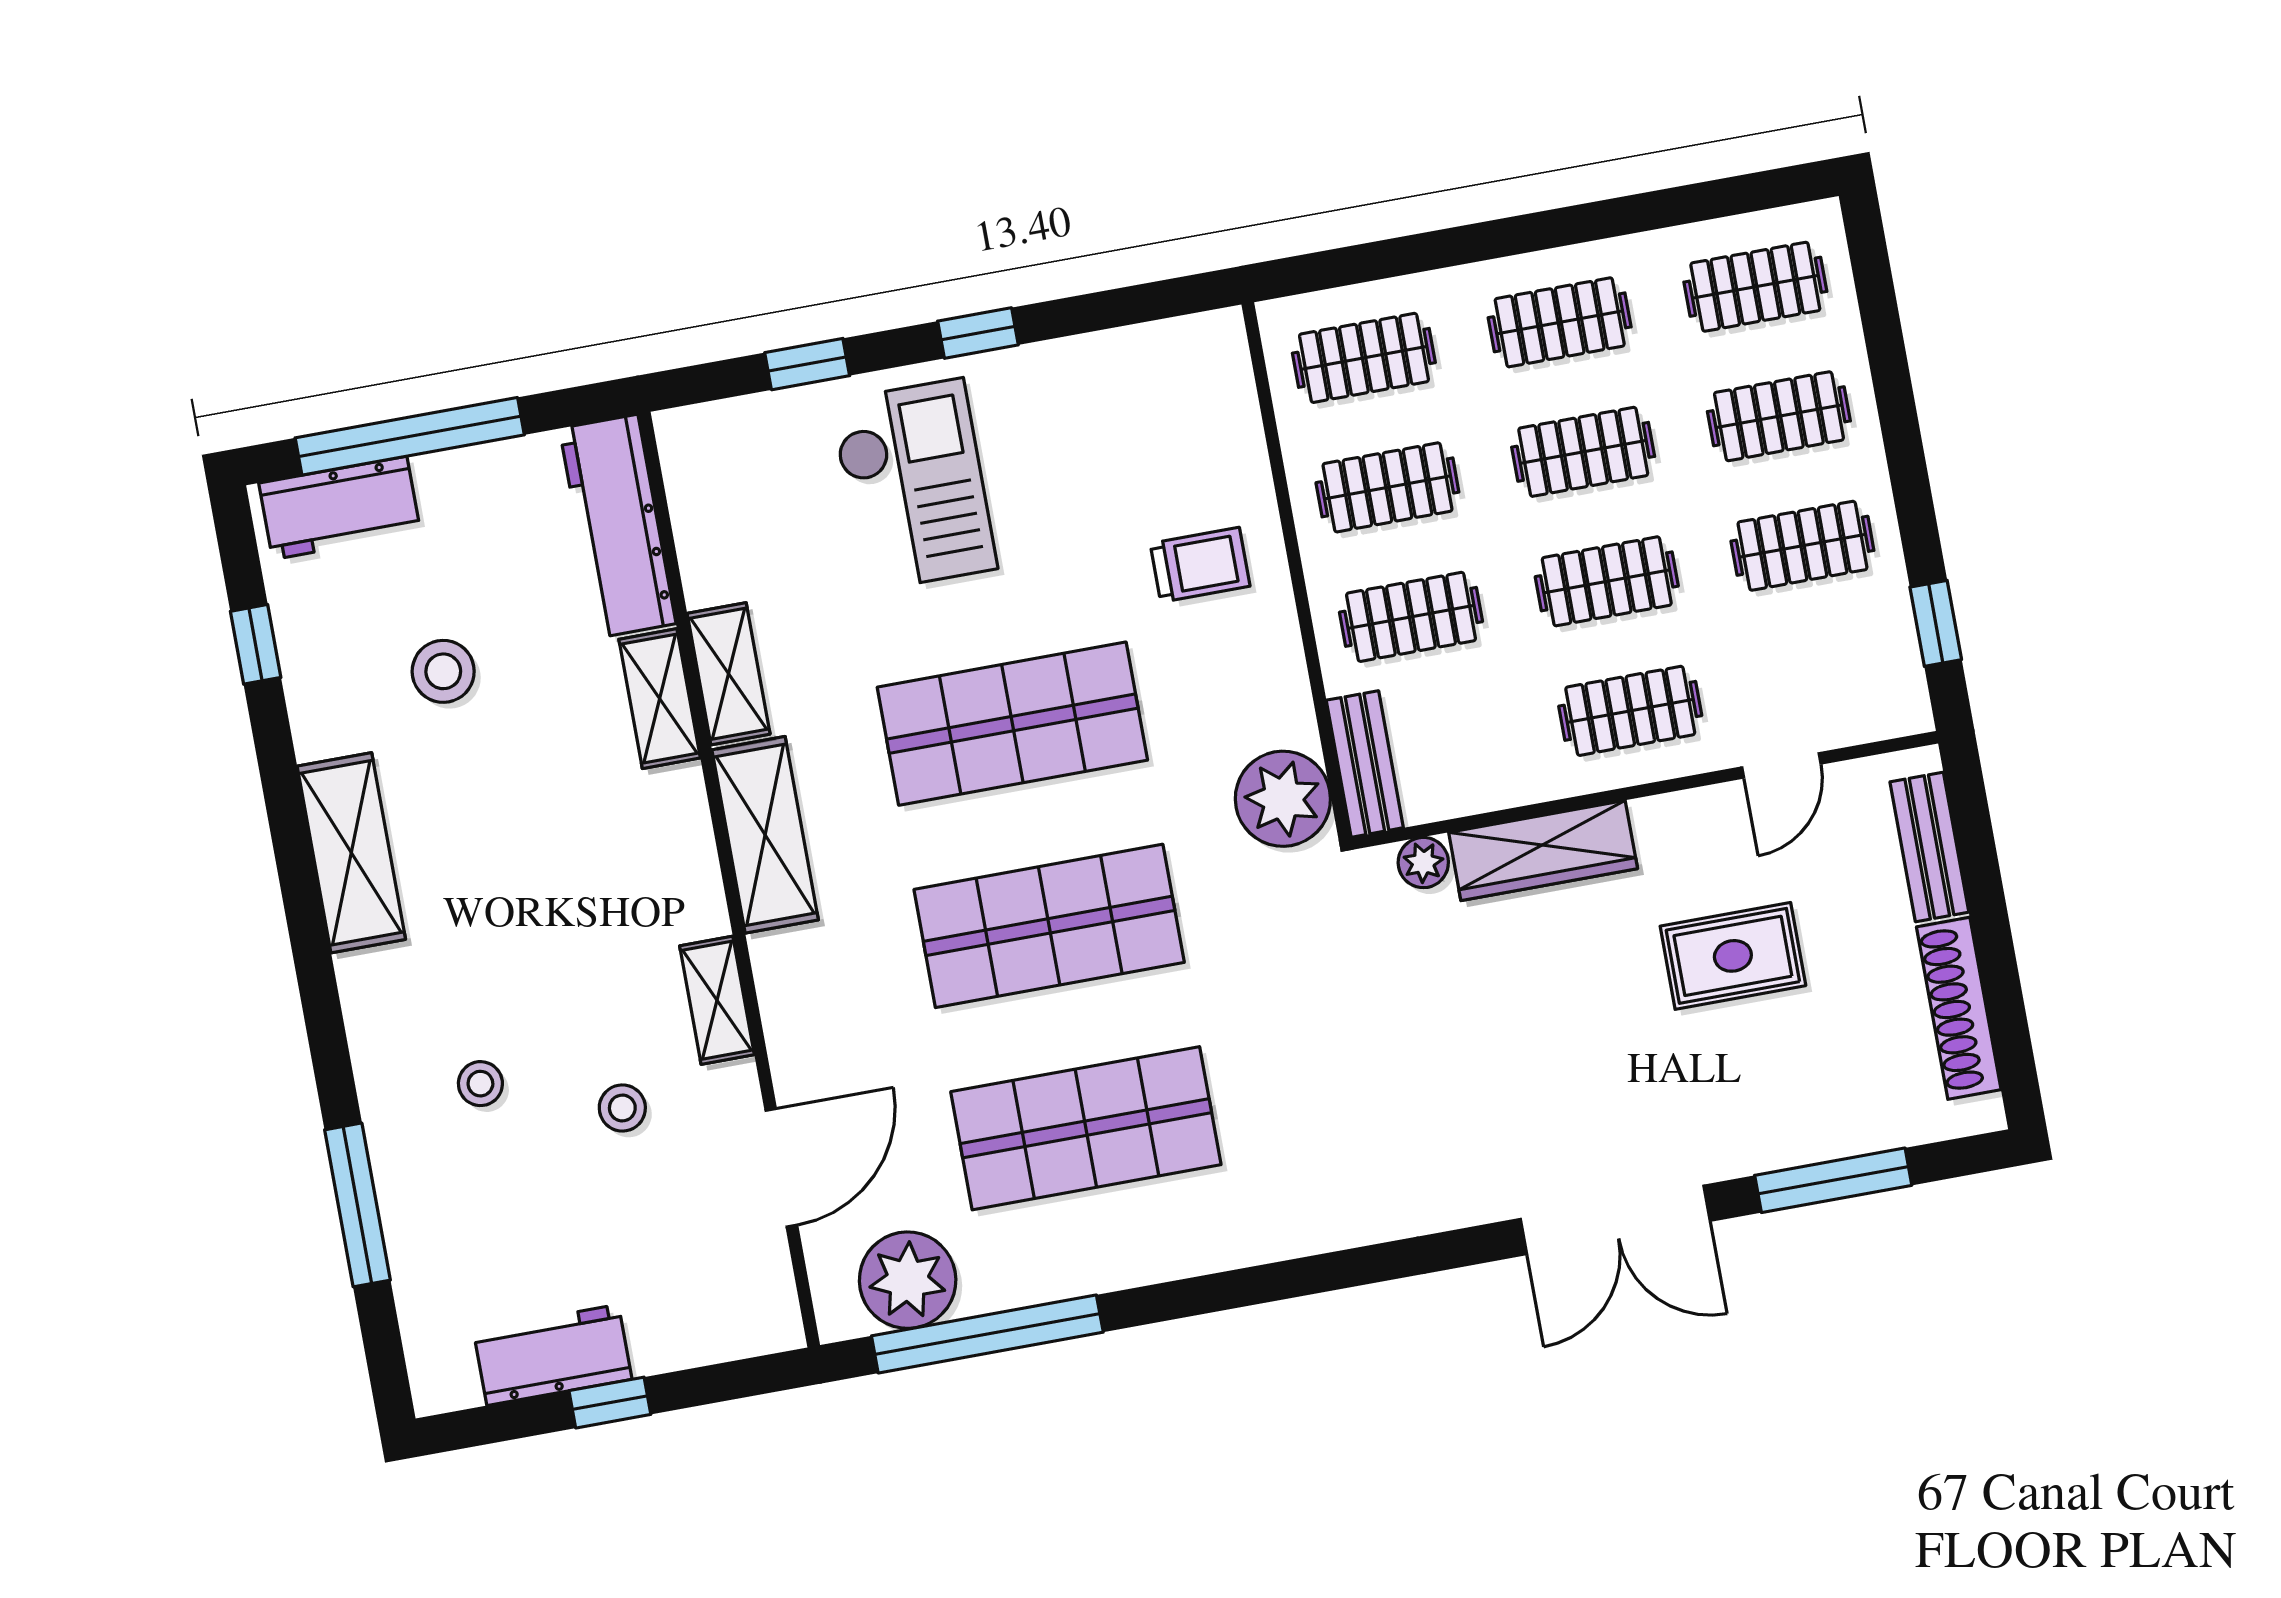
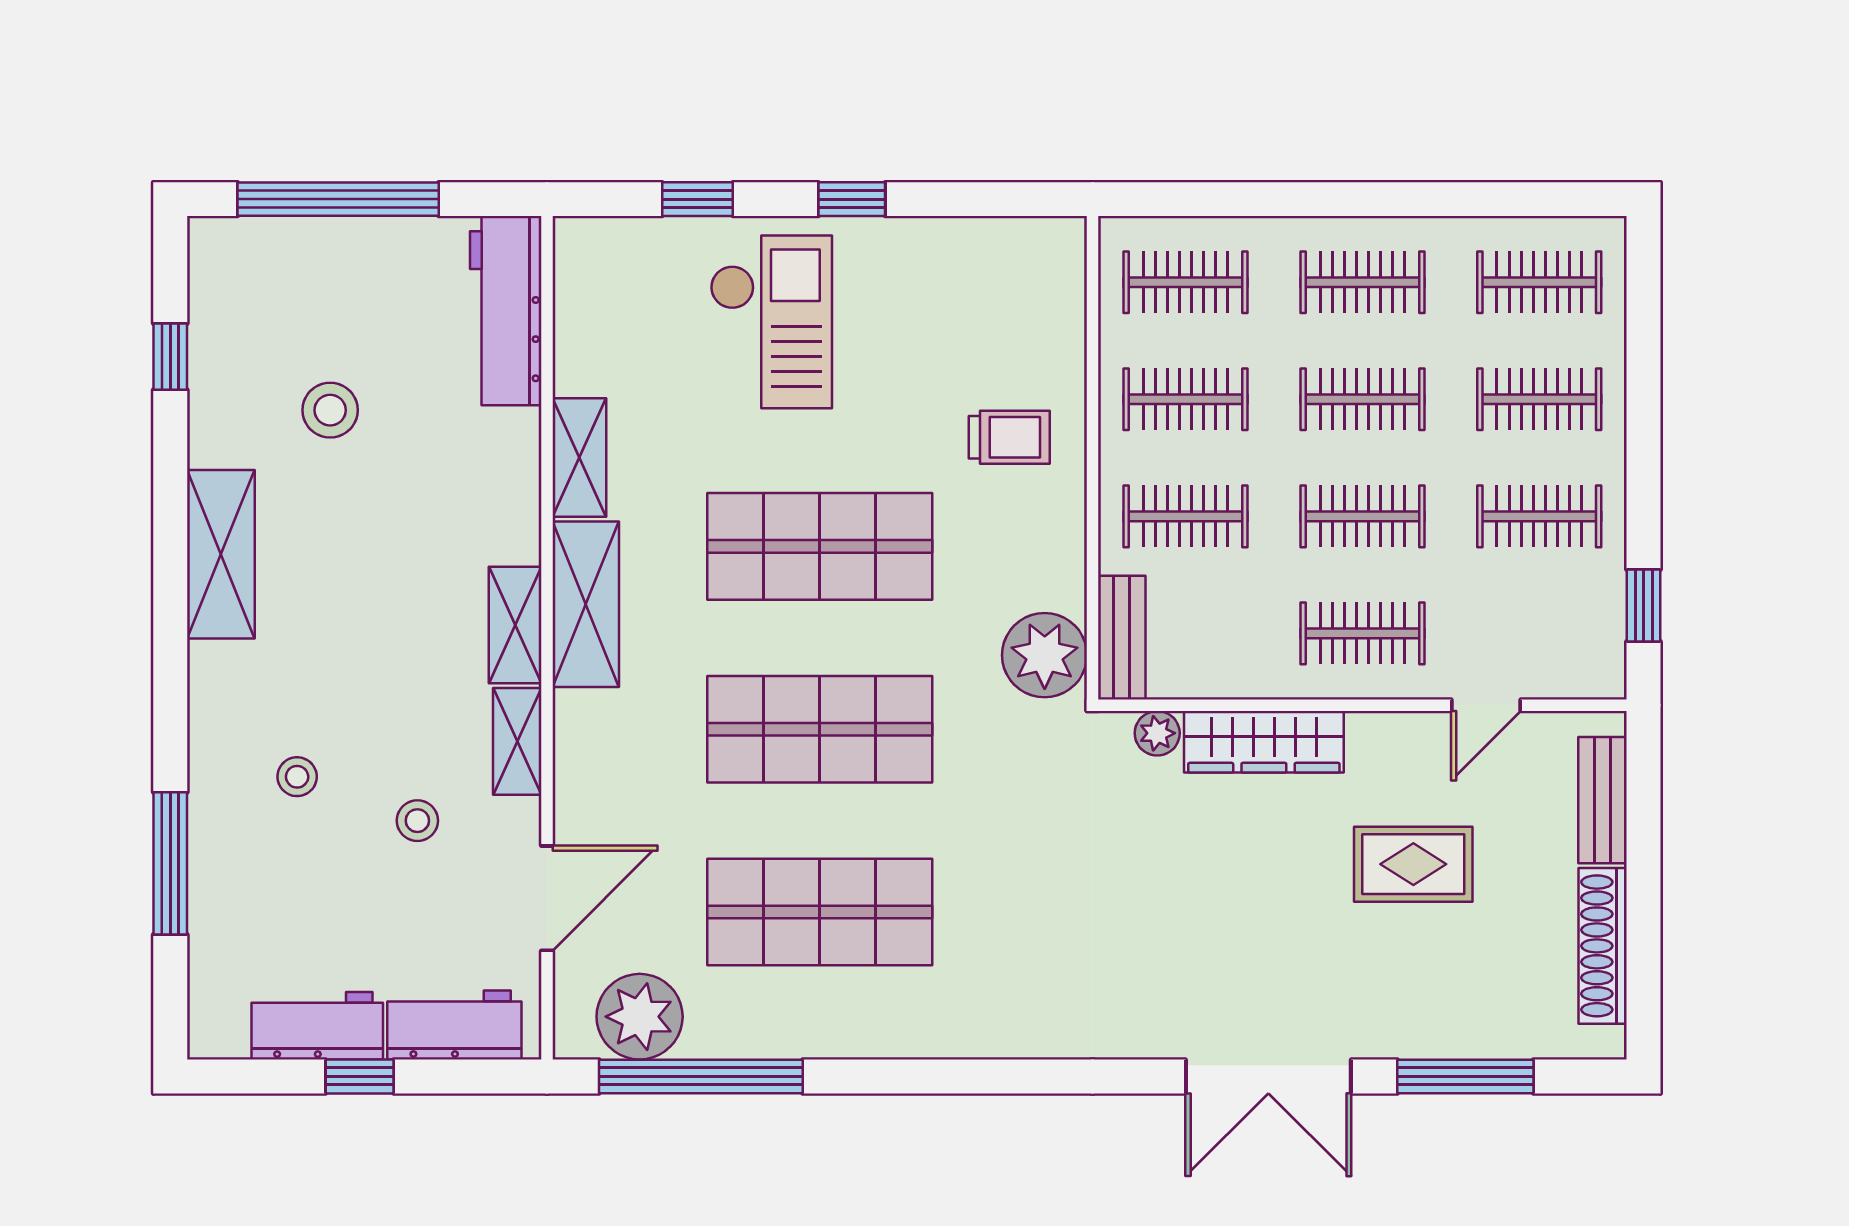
workbench: (340, 508) -> (454, 1025), moved, turned 180
shelving: (660, 699) -> (515, 625), moved

